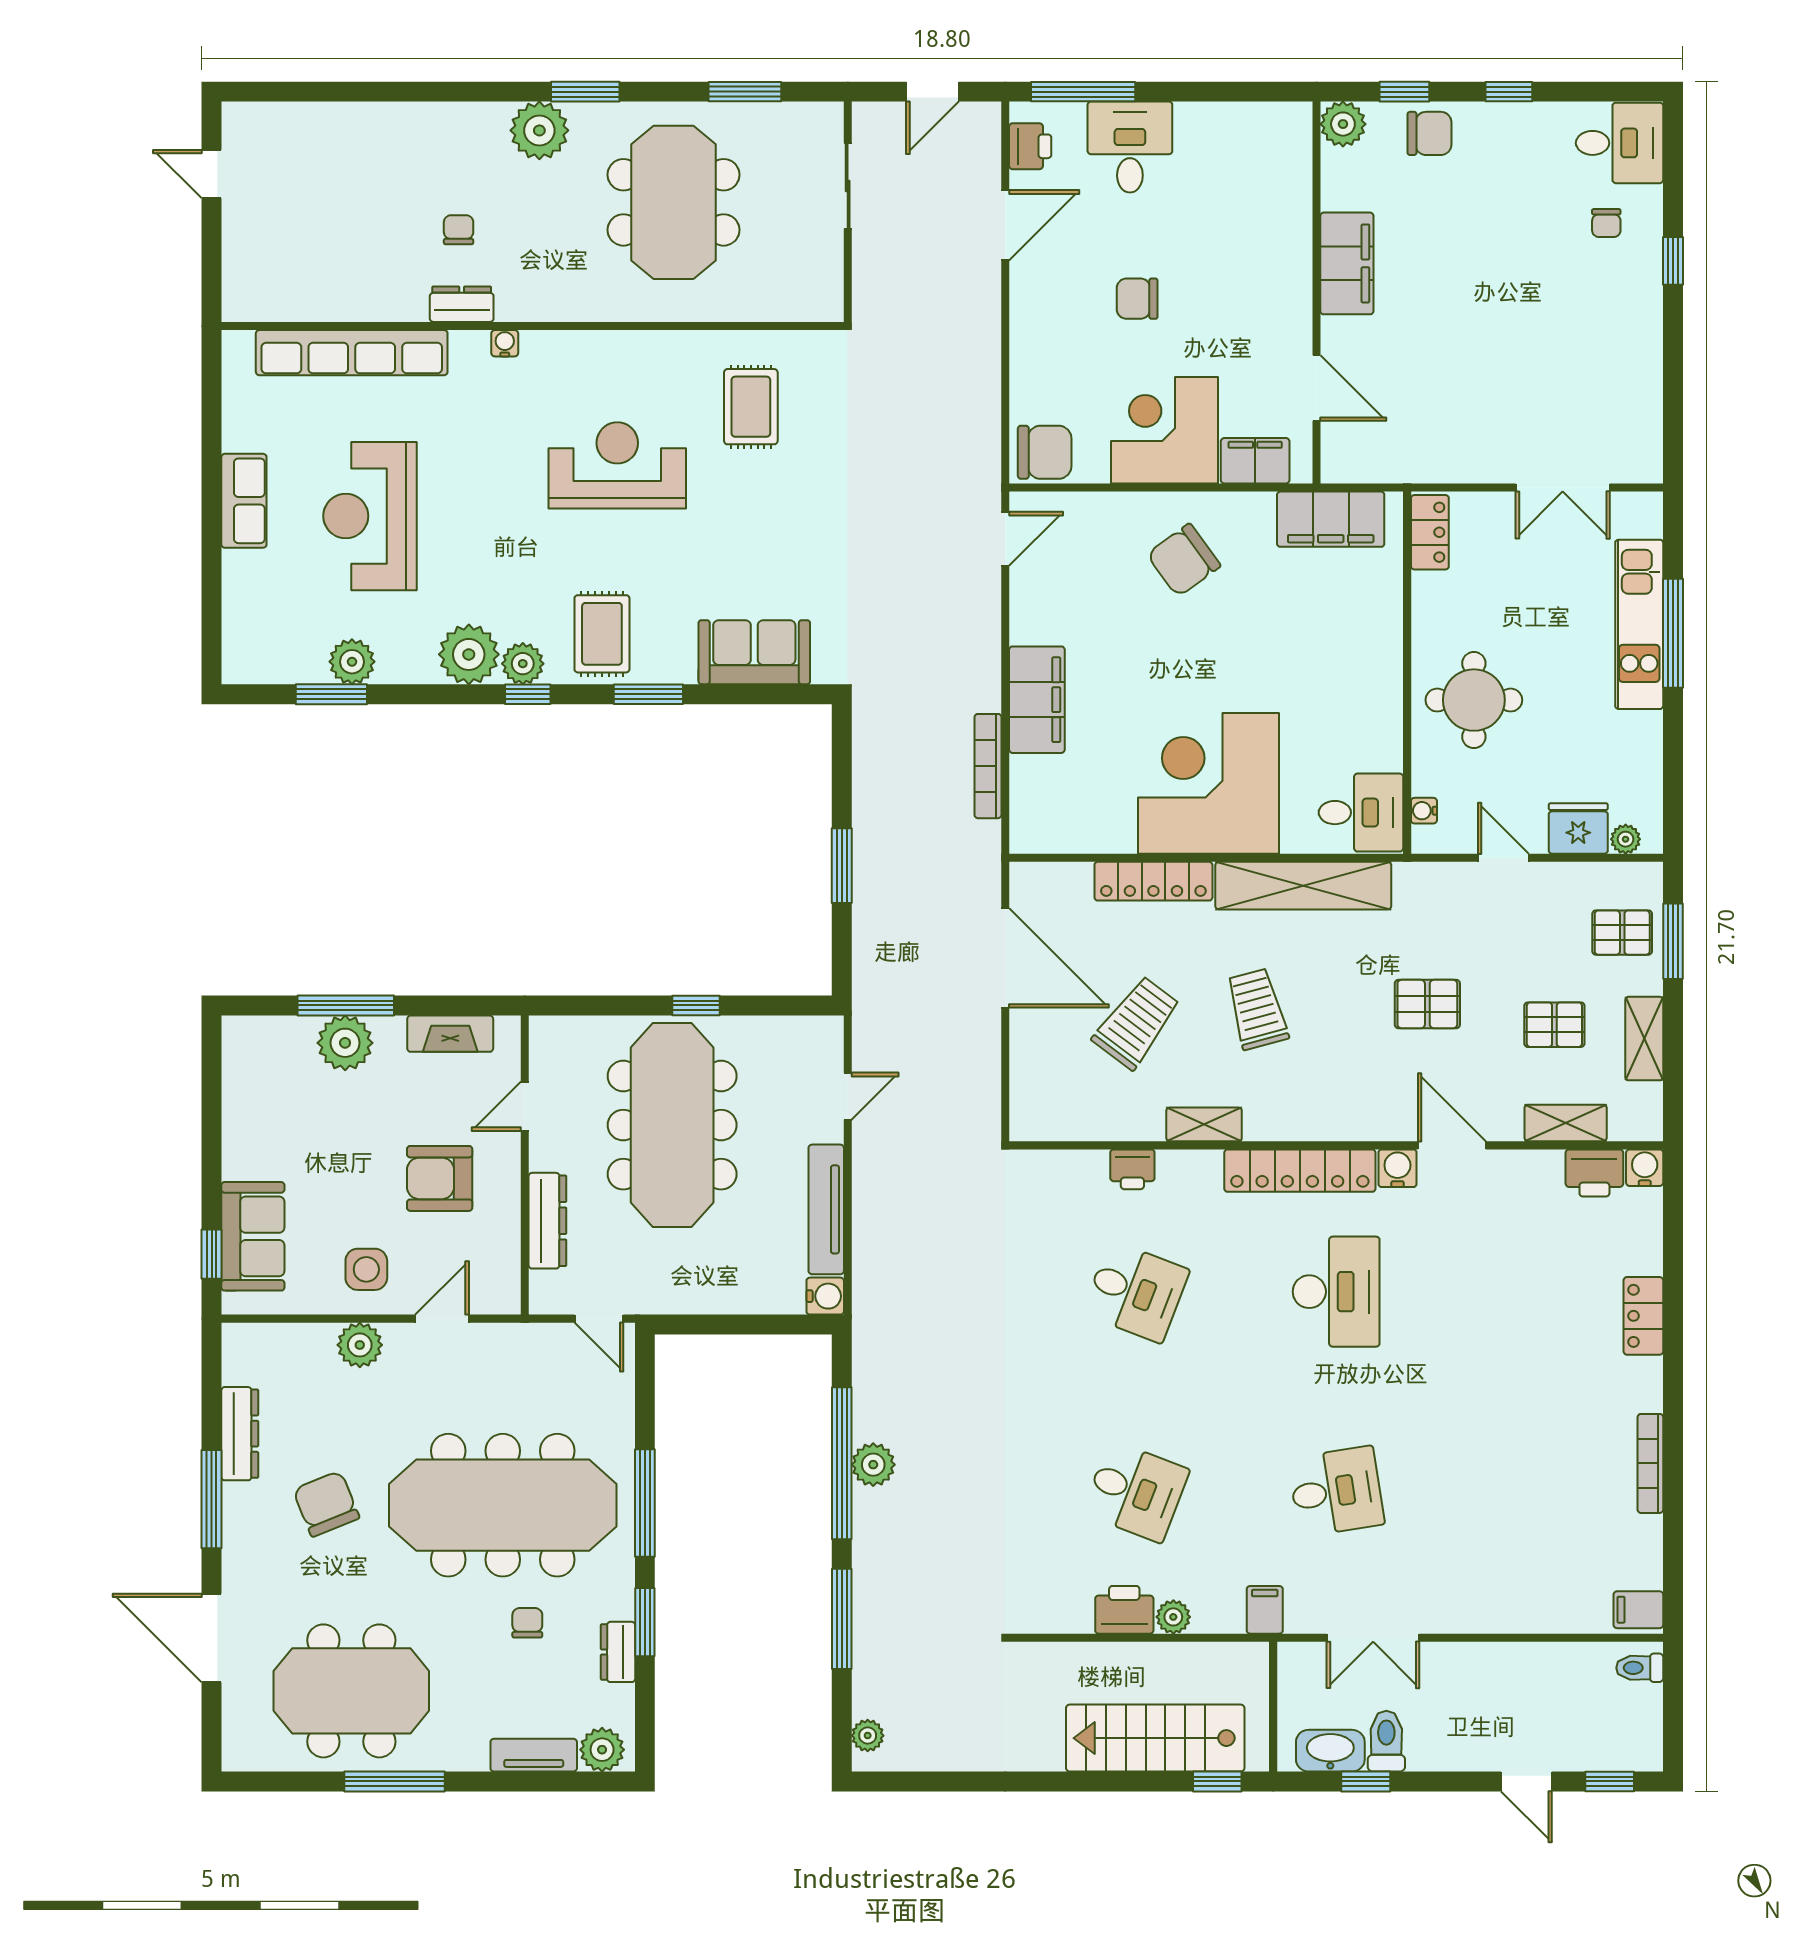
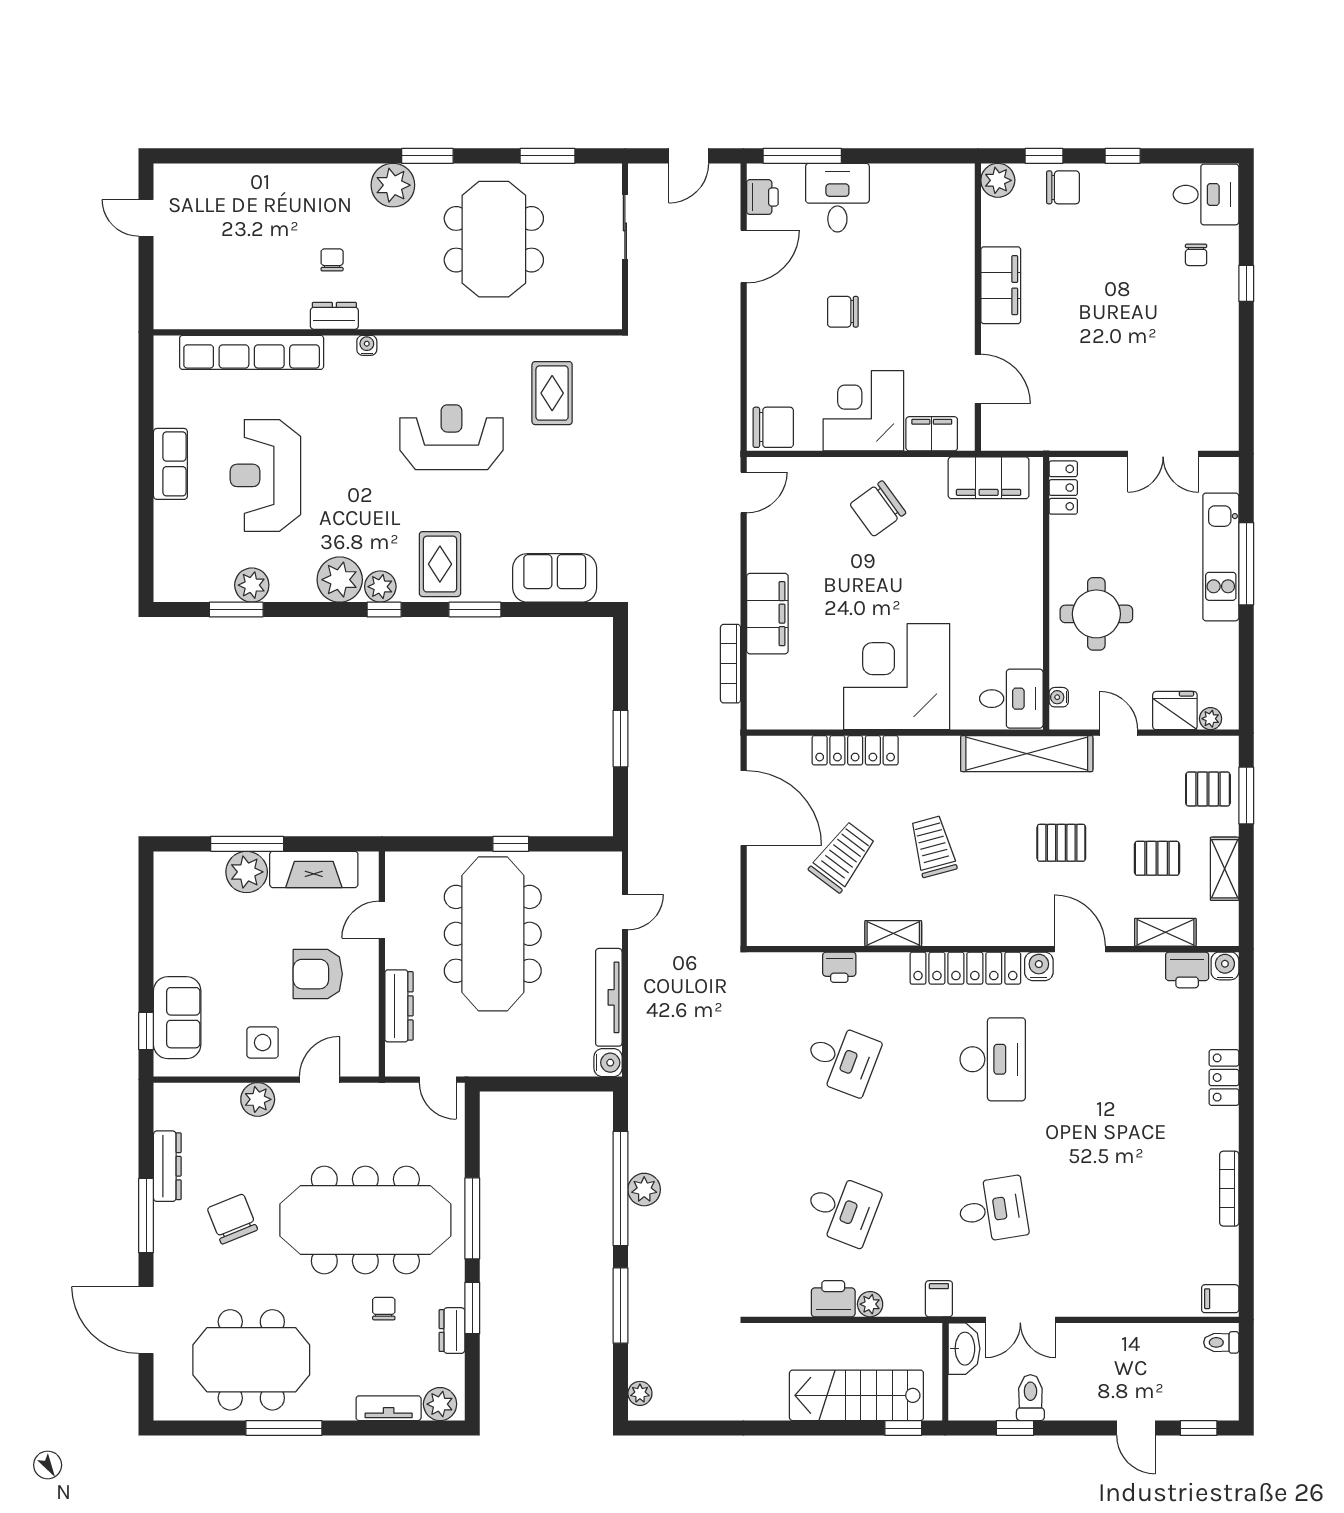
shelving: (1303, 886) -> (1027, 754), moved
fireplace: (450, 1034) -> (314, 869), width x1.37, depth x1.32
washbasin: (1330, 1751) -> (964, 1349), moved, turned 90

